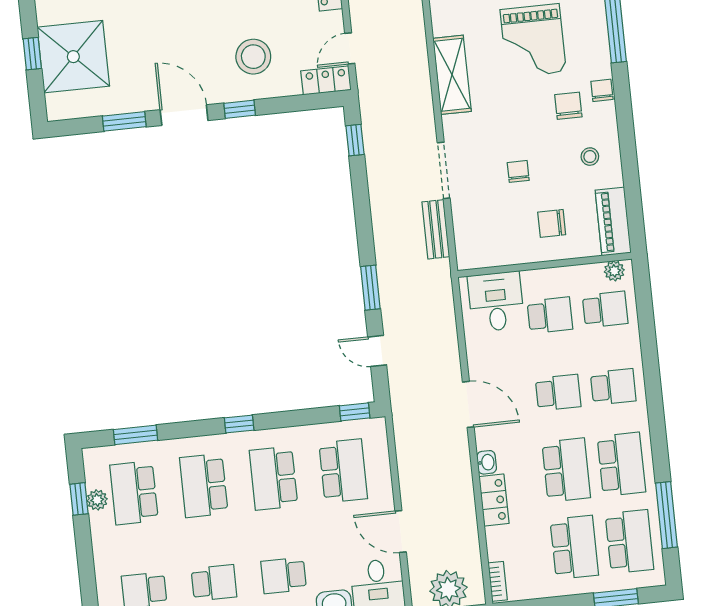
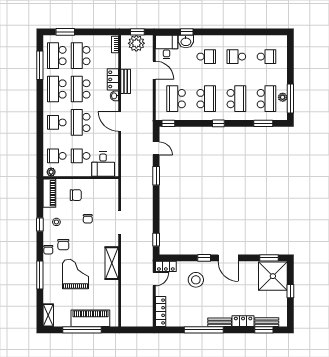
shower: (73, 57) -> (273, 276), moved
window: (124, 121) -> (269, 258), moved
window: (628, 147) -> (40, 224), added
bench: (436, 229) -> (126, 81), moved
school desk: (558, 393) -> (81, 122), width x1.85
window: (79, 499) -> (290, 99), width x2.17

